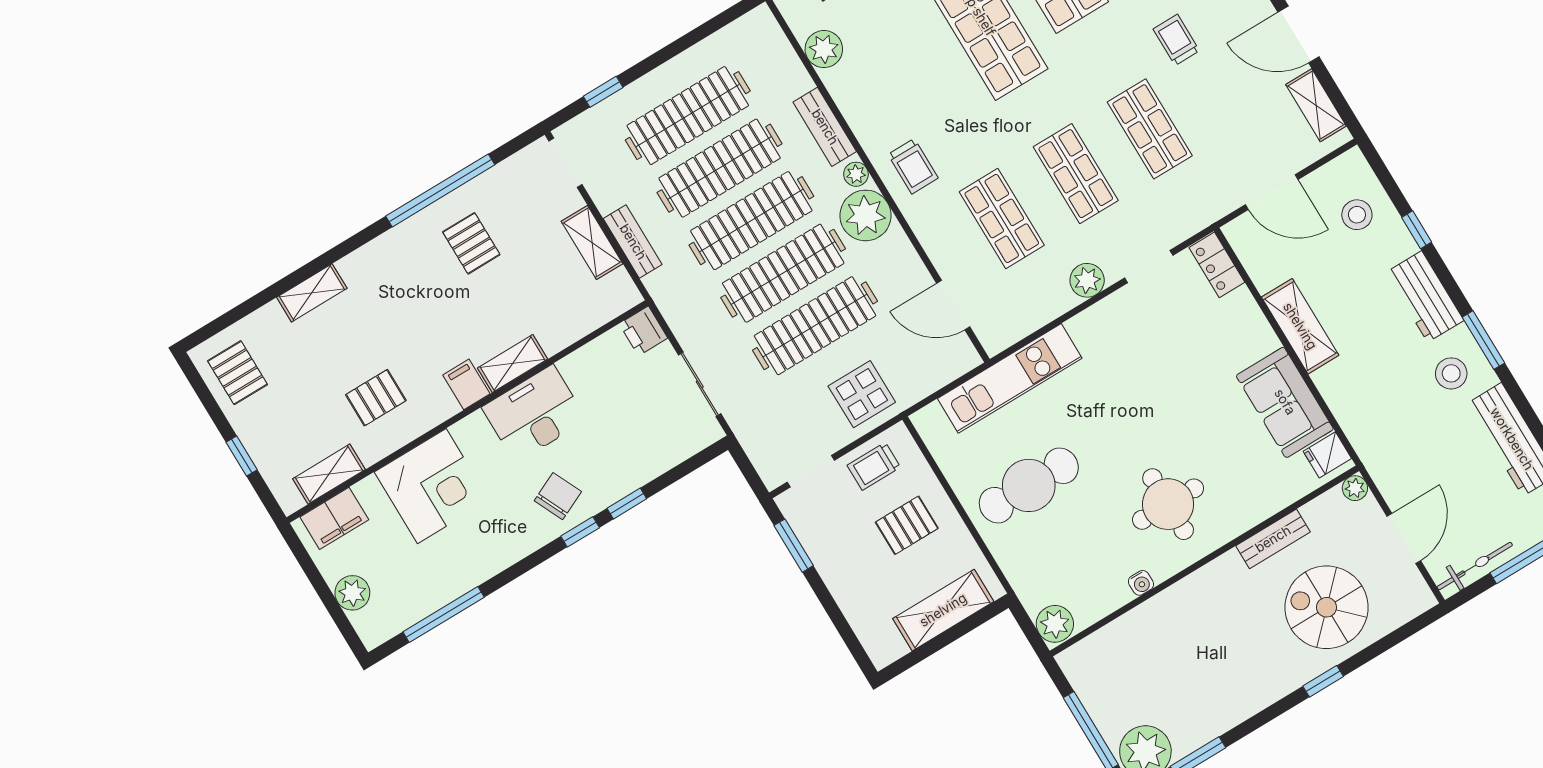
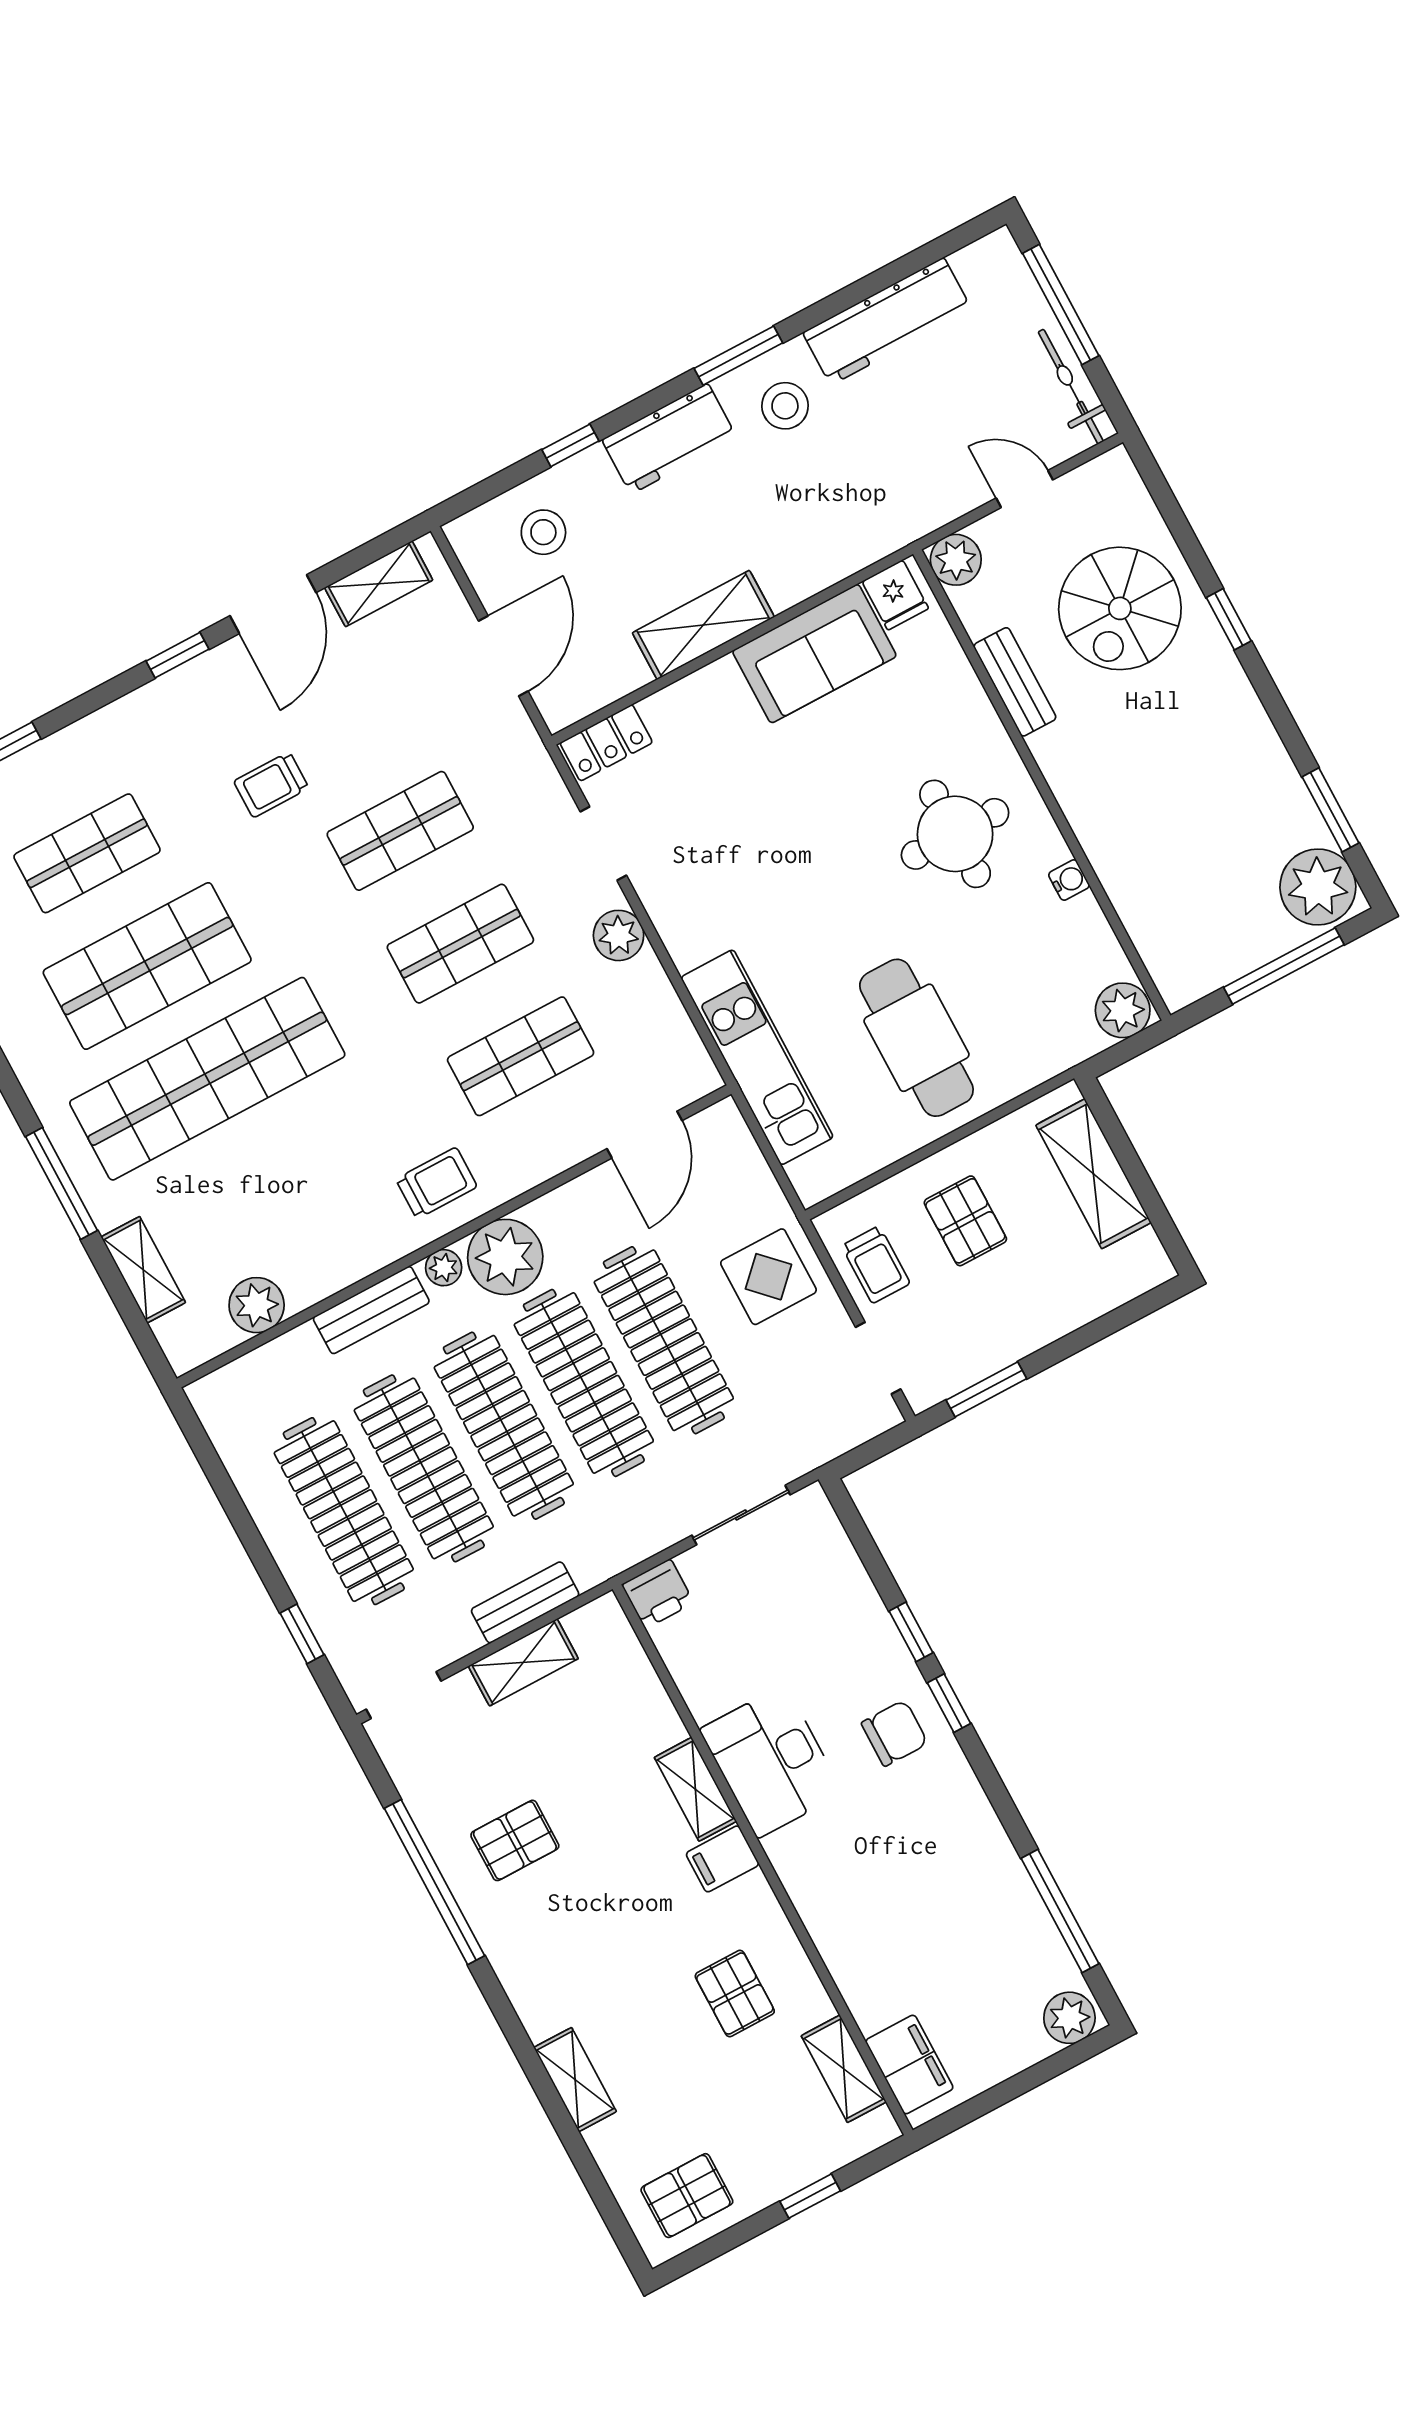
corner desk: (432, 486) -> (870, 1918), removed
plant: (1355, 488) -> (956, 560), width x1.38, depth x1.38
chair: (558, 496) -> (895, 1733), turned 115
door: (1404, 538) -> (1024, 489), width x0.73
plant: (352, 593) -> (1069, 2018), moved

